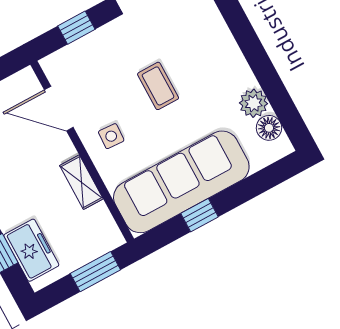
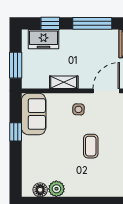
coffee table: (158, 86) -> (91, 146), turned 90
sofa: (181, 182) -> (34, 114), width x0.54, depth x0.79

